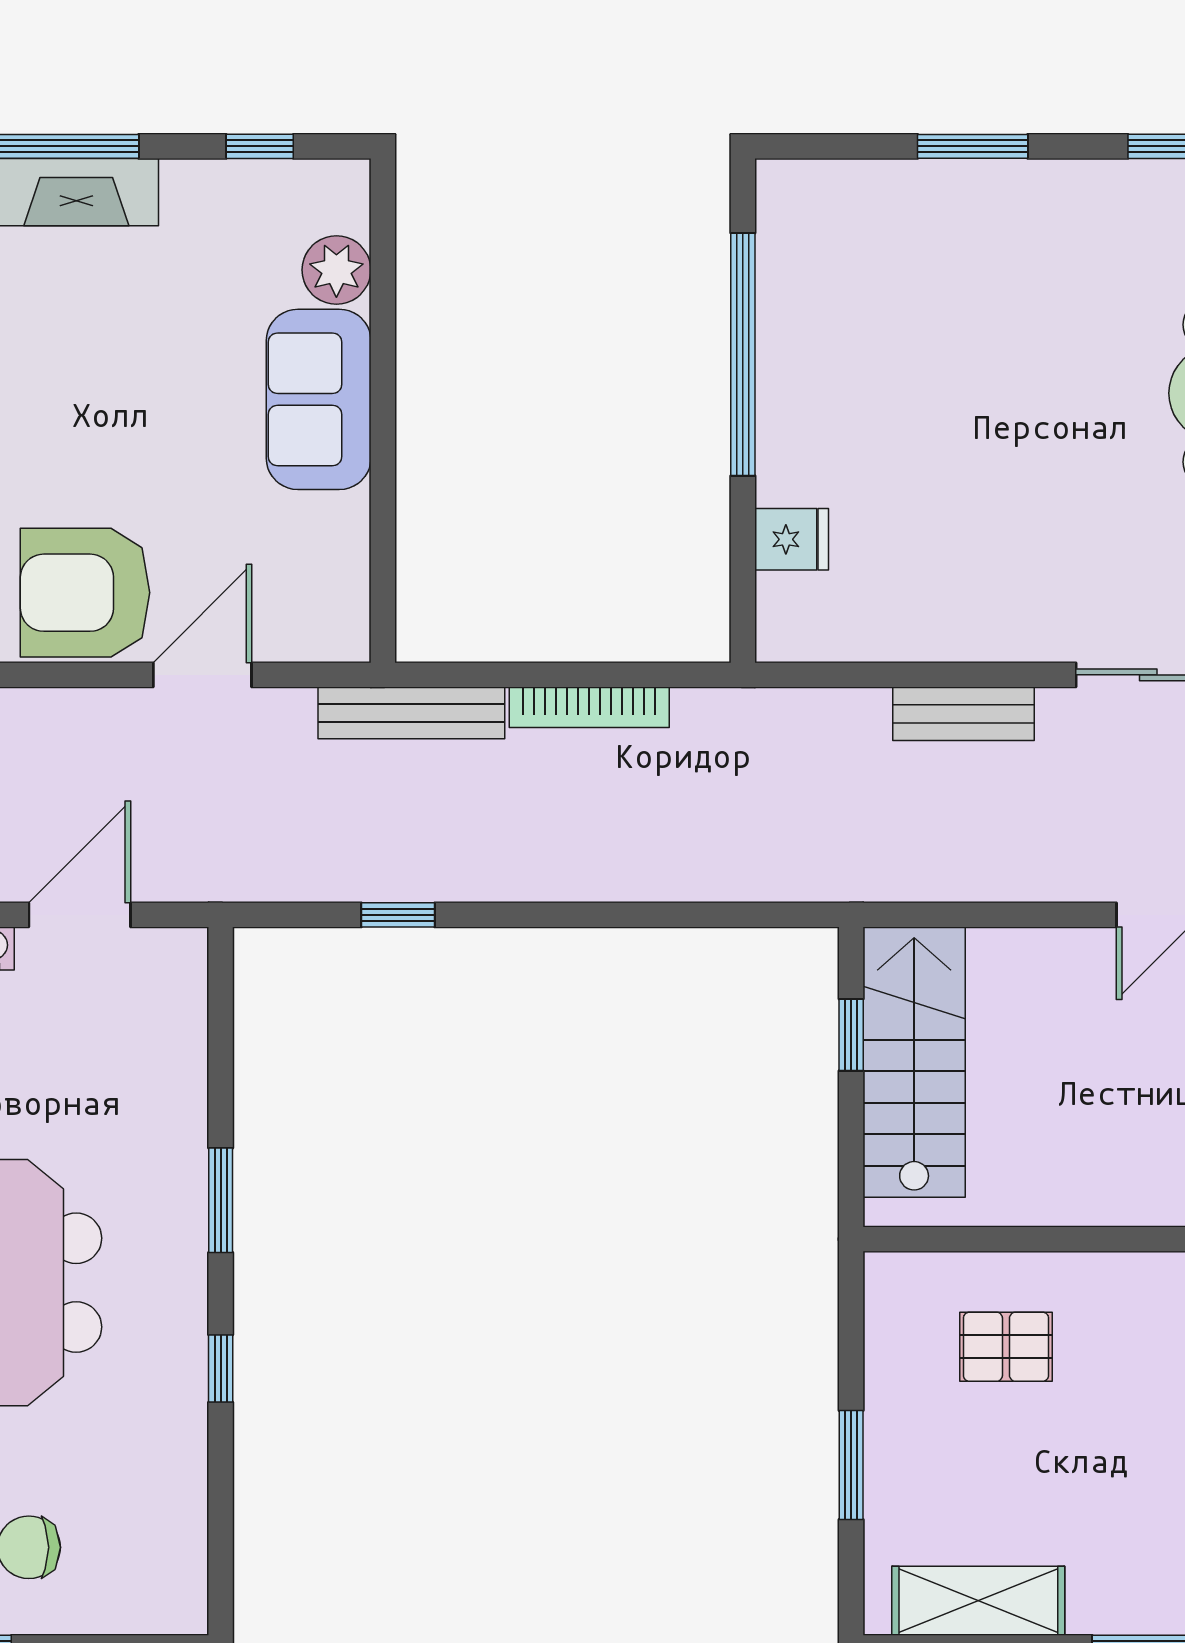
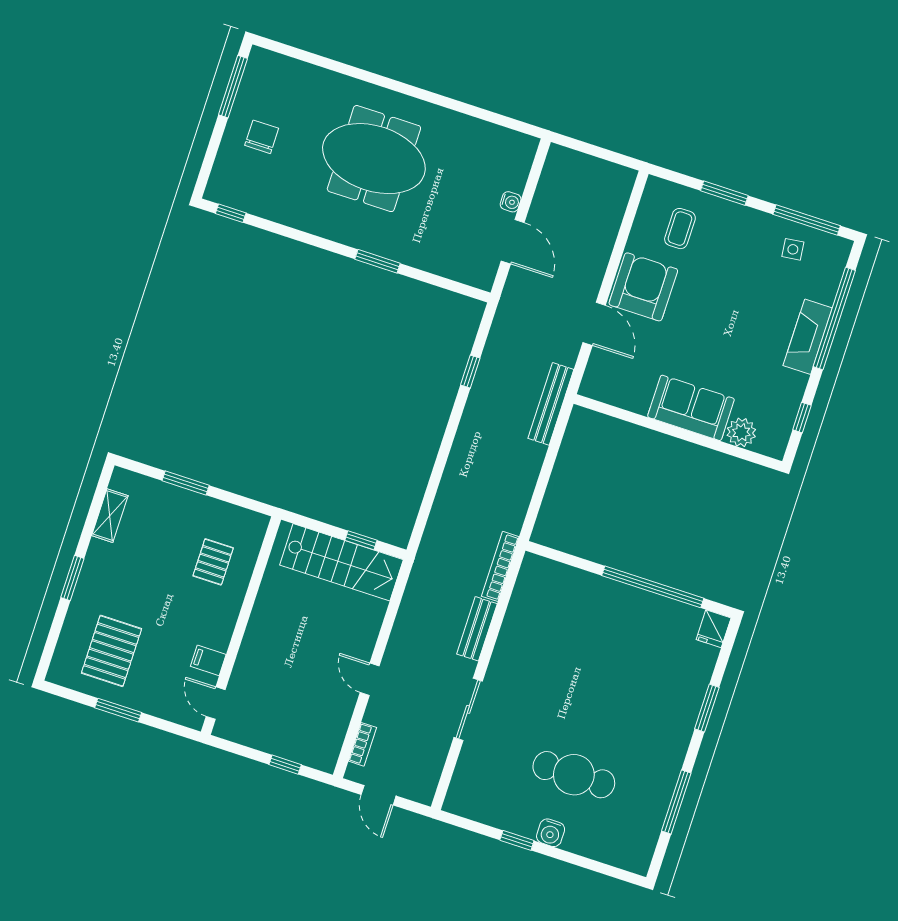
fridge: (792, 539) -> (714, 629), moved
bookcase: (589, 707) -> (500, 566), moved
window: (221, 1369) -> (231, 213), moved
shelving: (978, 1601) -> (110, 516), width x0.67, depth x0.75

